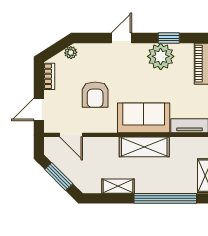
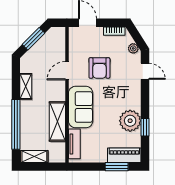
door: (122, 38) -> (145, 71), moved
armchair: (95, 95) -> (99, 68), turned -90
door: (71, 135) -> (67, 71), moved
shelving: (144, 147) -> (57, 122), moved

